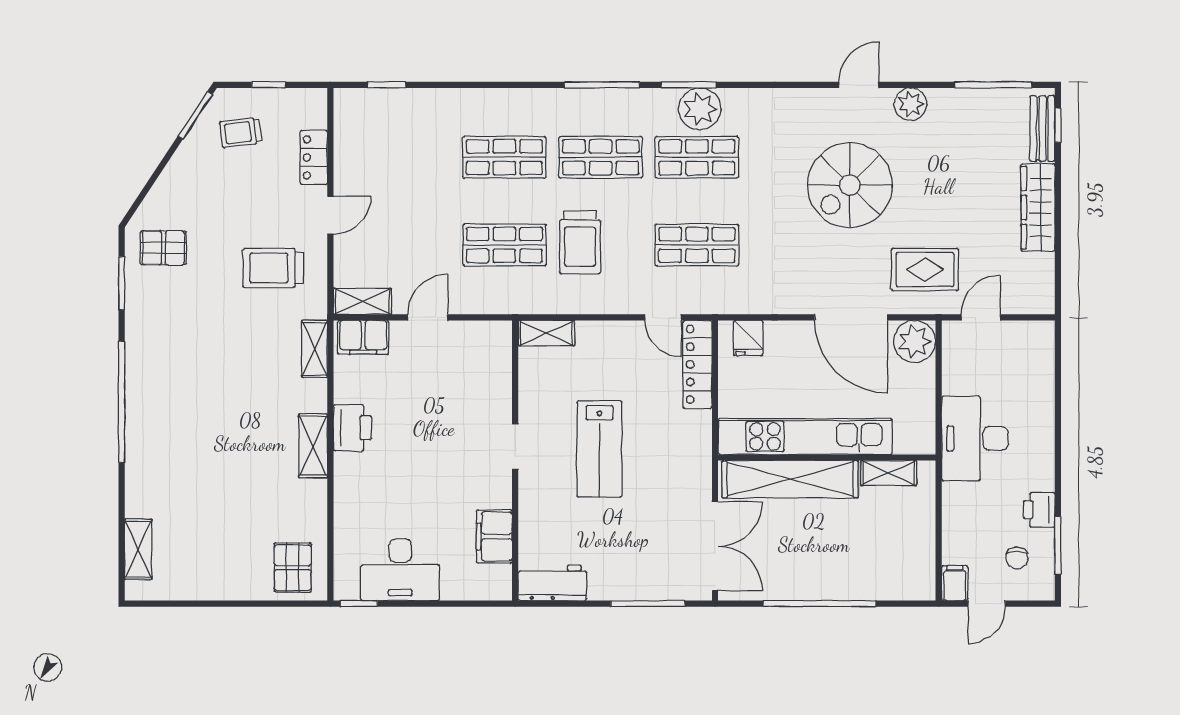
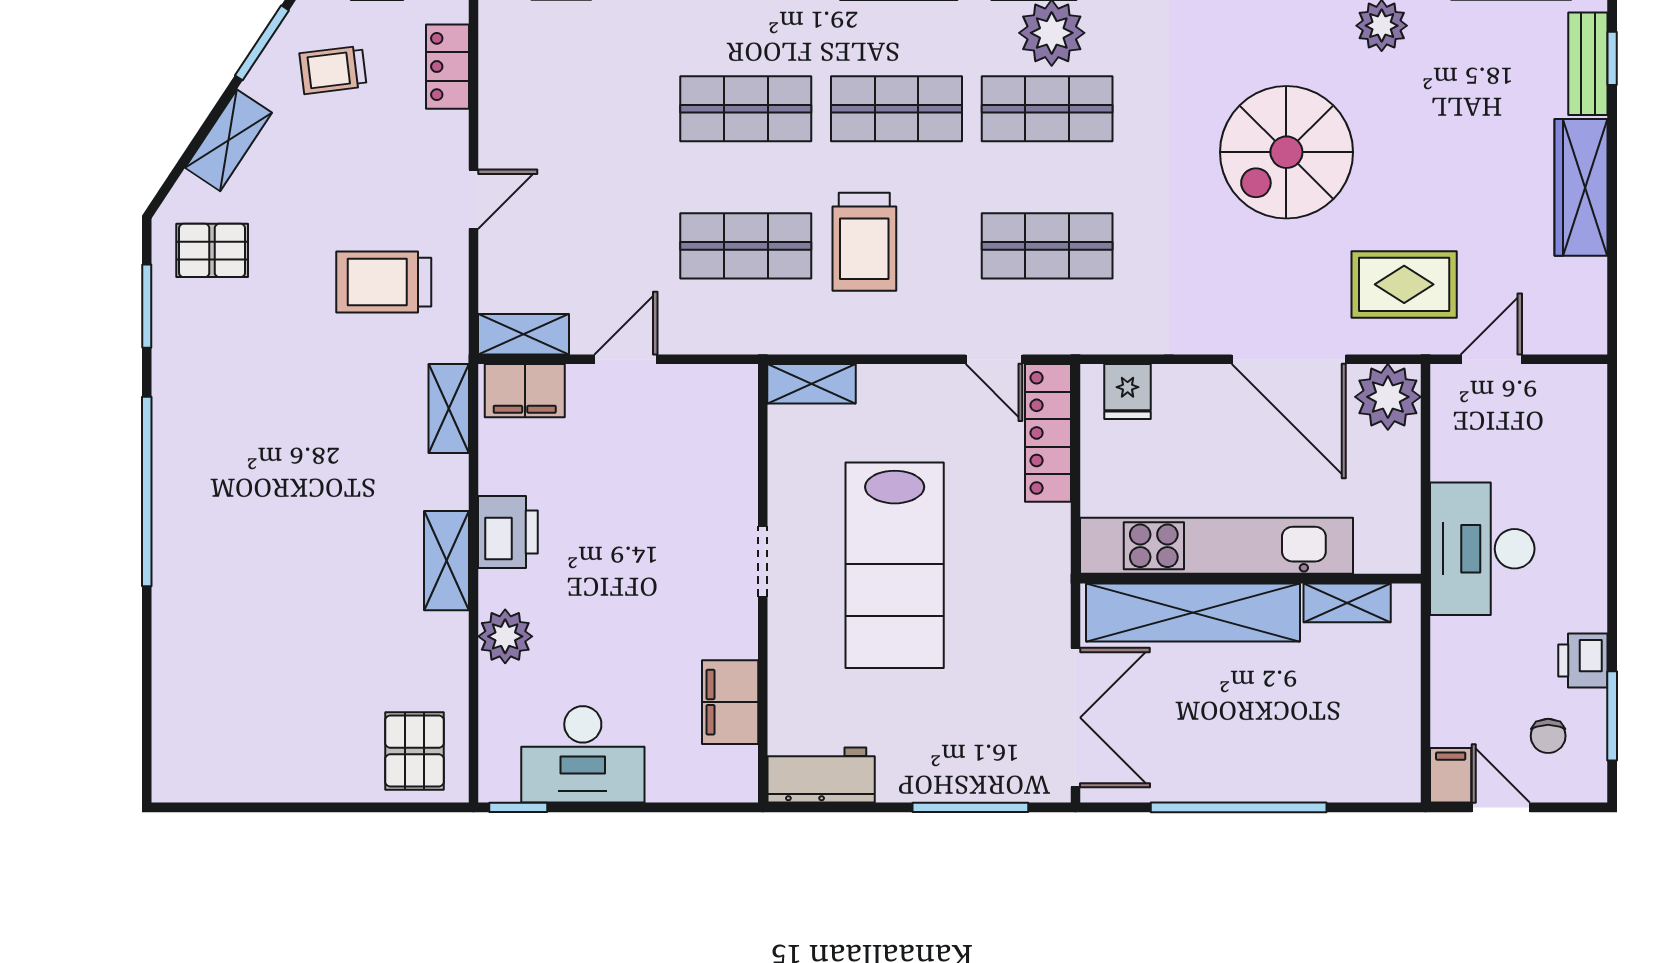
locker: (314, 157) -> (447, 67), moved
lab bench: (599, 449) -> (895, 565), width x1.36, depth x1.39
plant: (351, 494) -> (505, 636), added
shelving: (138, 549) -> (229, 140), moved, turned 33
door: (987, 604) -> (1501, 807), swing flipped

